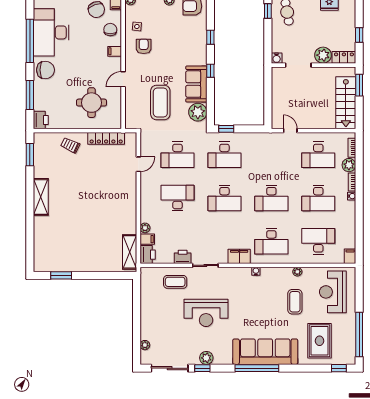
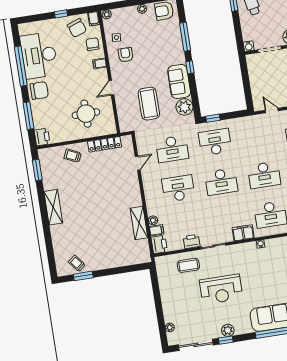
window: (210, 37) -> (185, 37), width x2.17
desk: (224, 155) -> (215, 142), turned 180
shelving: (130, 252) -> (139, 223), moved
trolley: (56, 261) -> (77, 263), added

